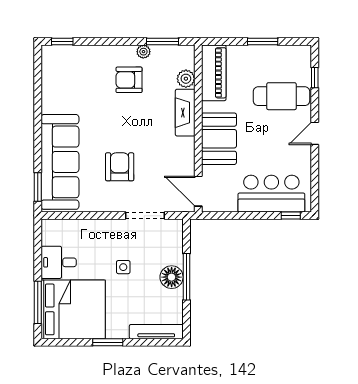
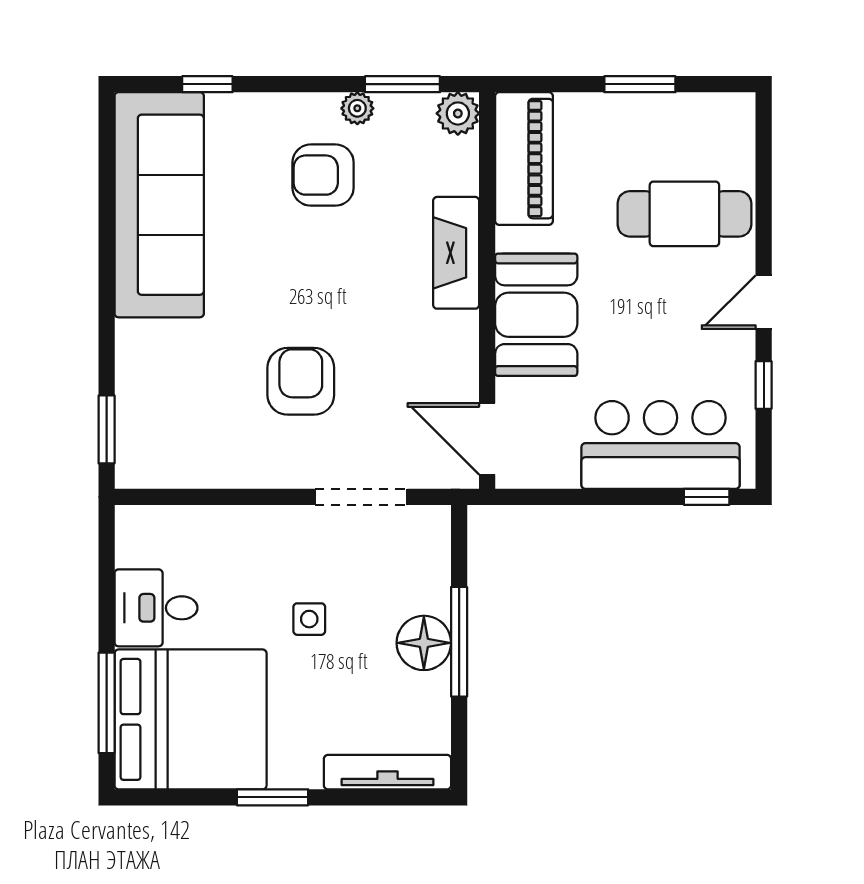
window: (62, 41) -> (207, 84), moved
window: (315, 78) -> (764, 385), moved
plant: (186, 79) -> (458, 113), moved
sofa: (60, 162) -> (159, 205), moved

